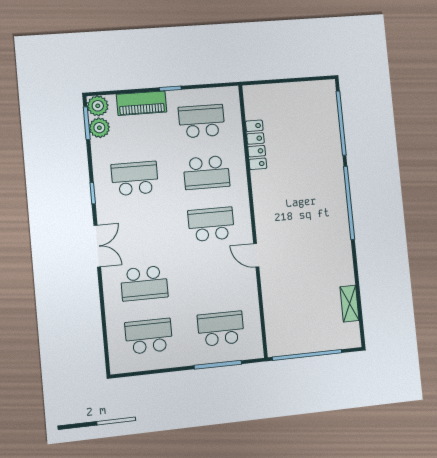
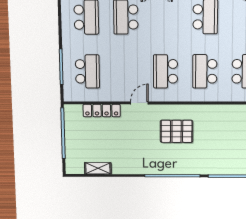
locker: (256, 145) -> (102, 111), moved
pallet: (289, 203) -> (177, 131), added
school desk: (211, 224) -> (165, 71), turned 180

